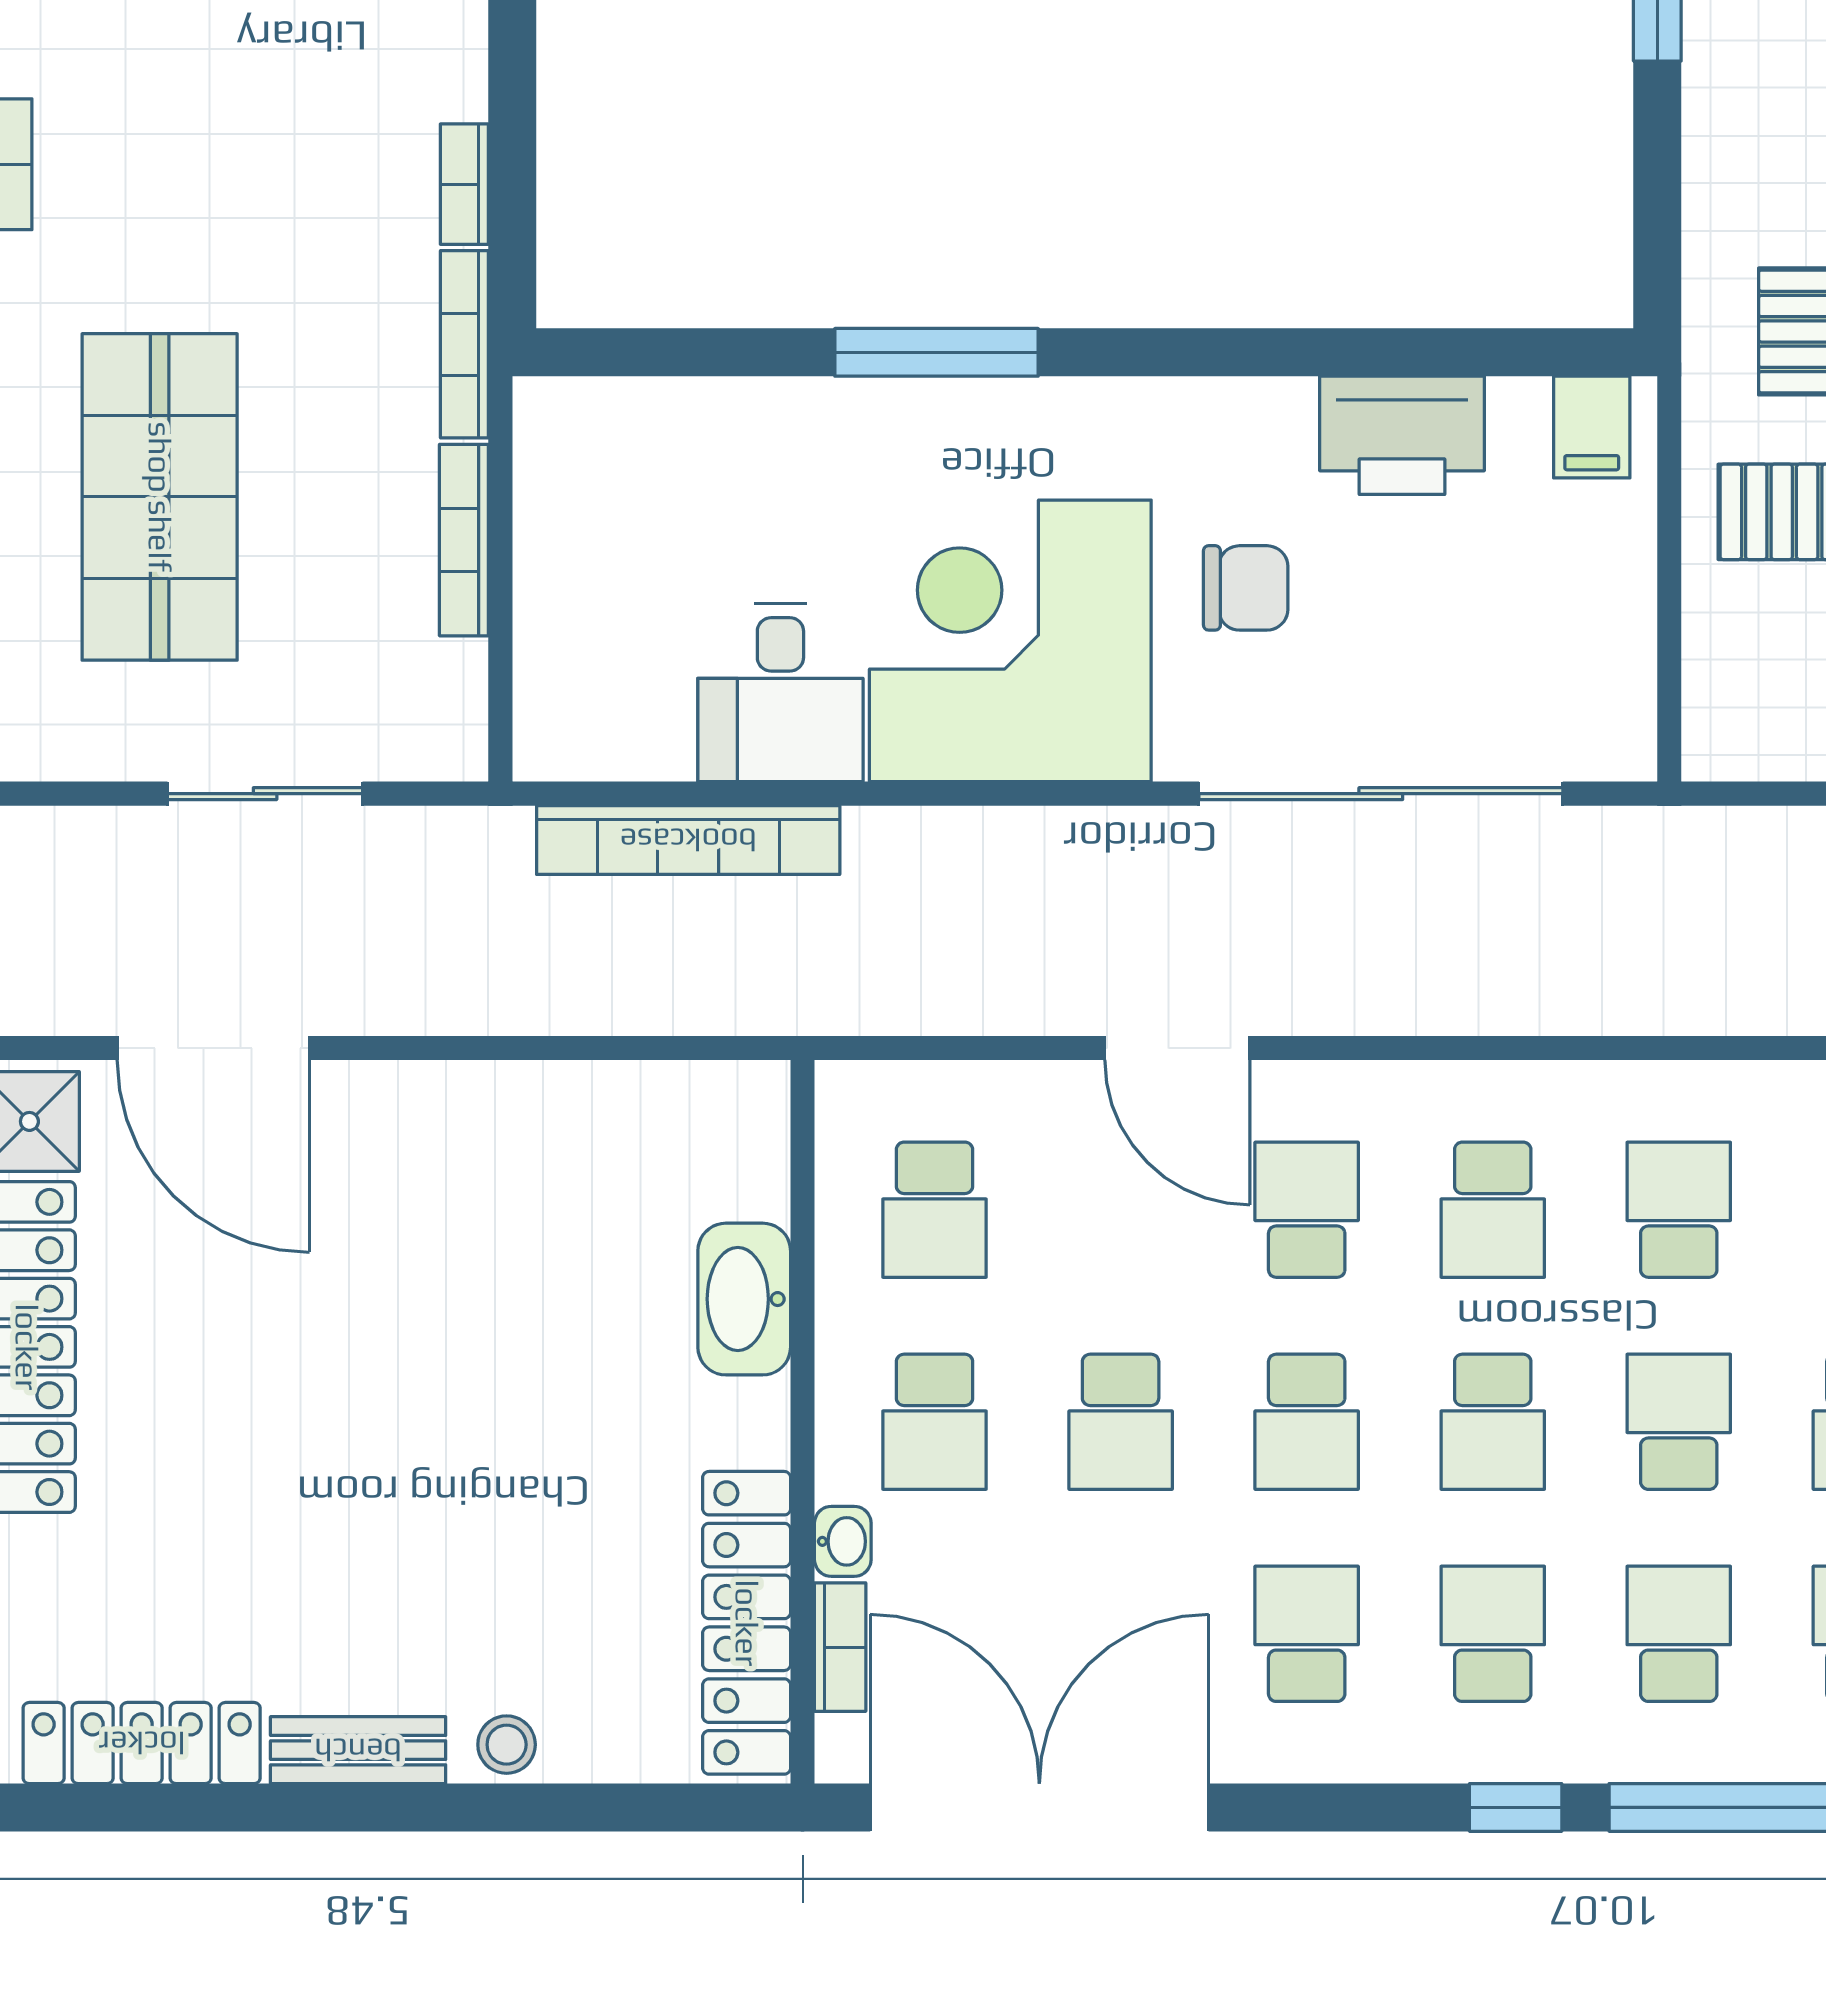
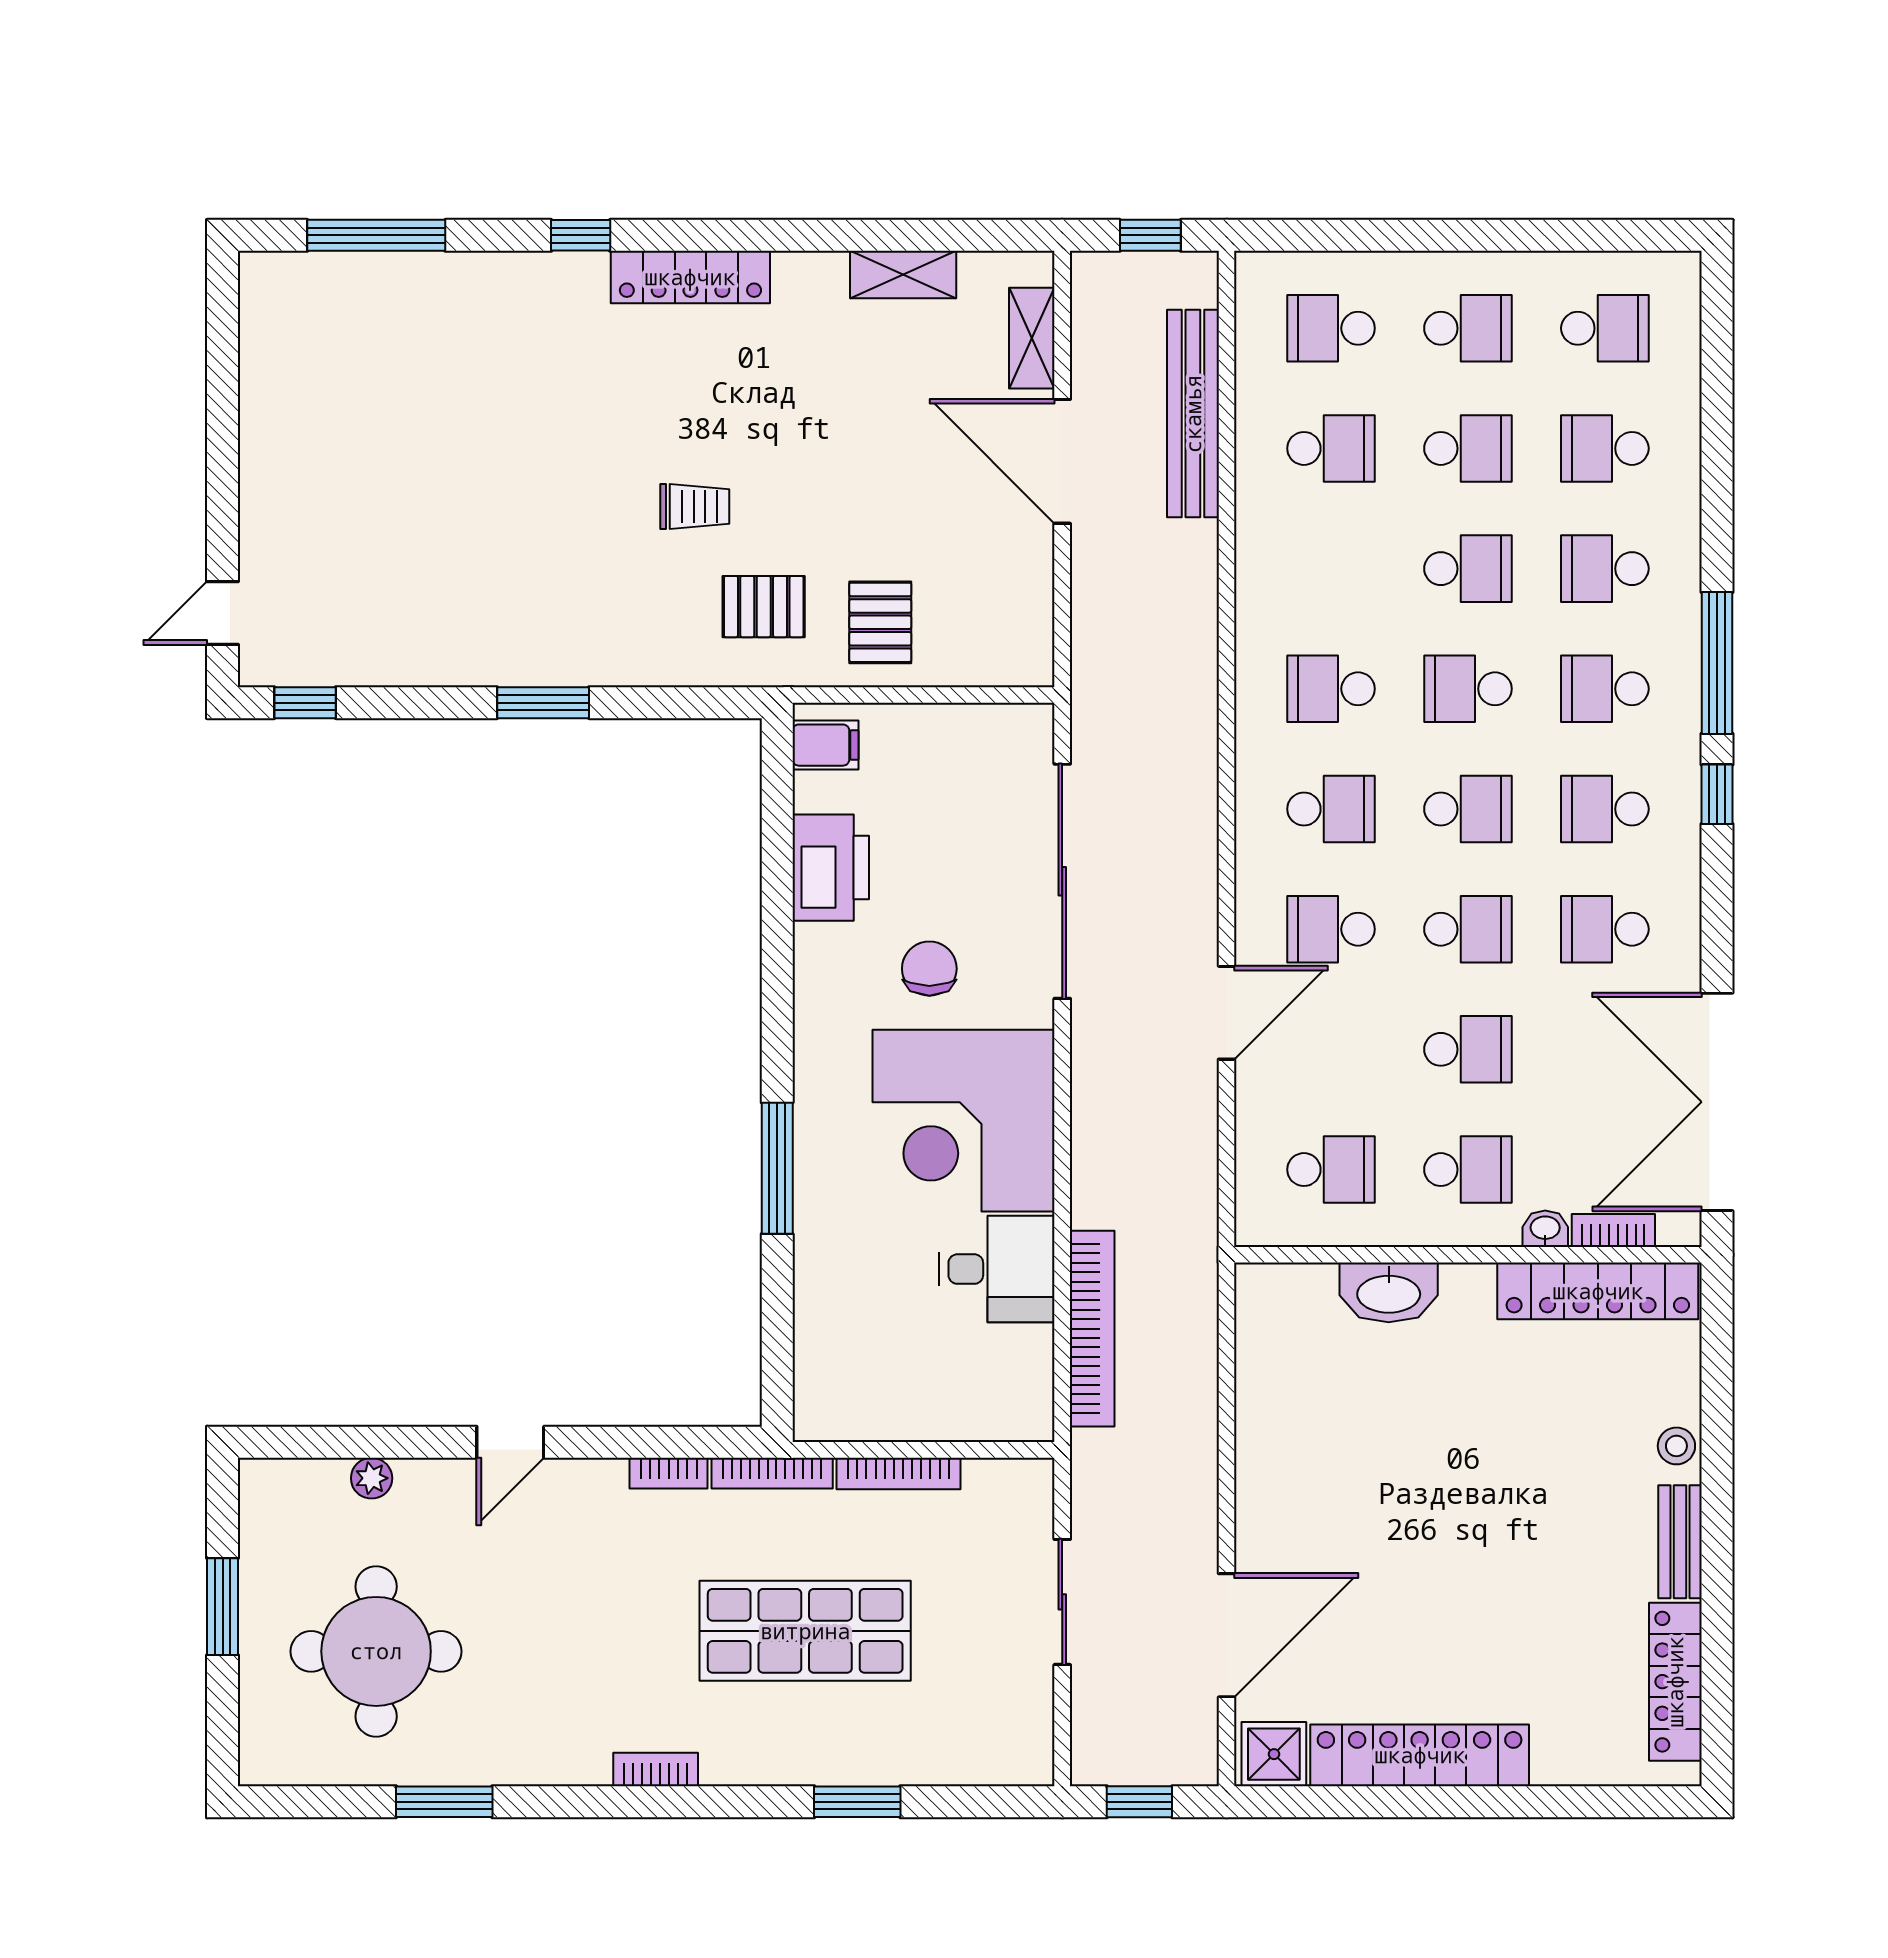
shop shelf: (160, 497) -> (805, 1631), moved

